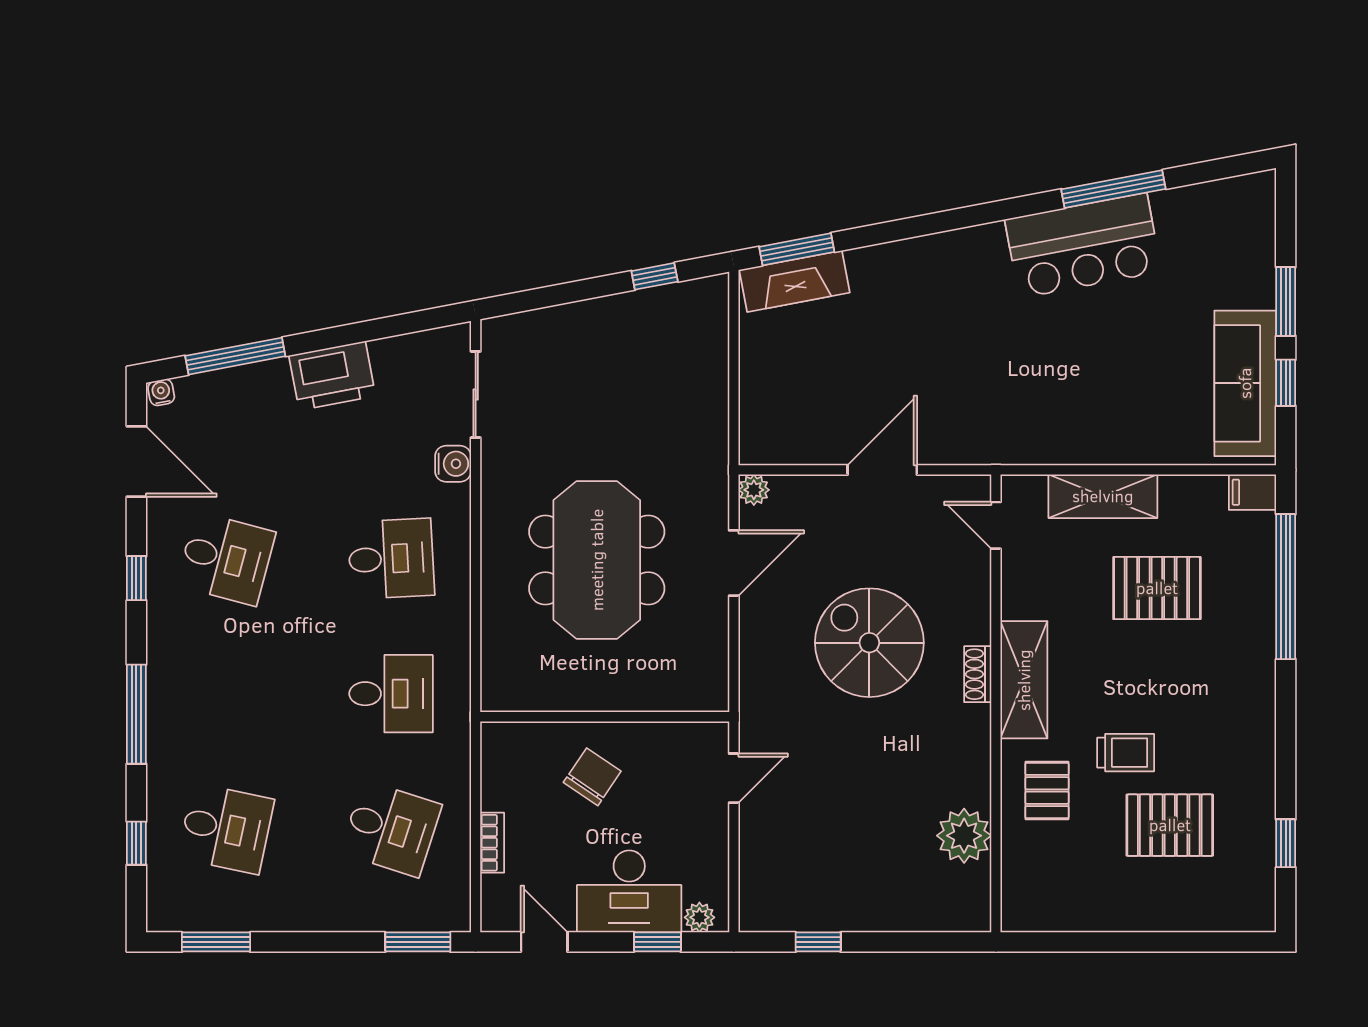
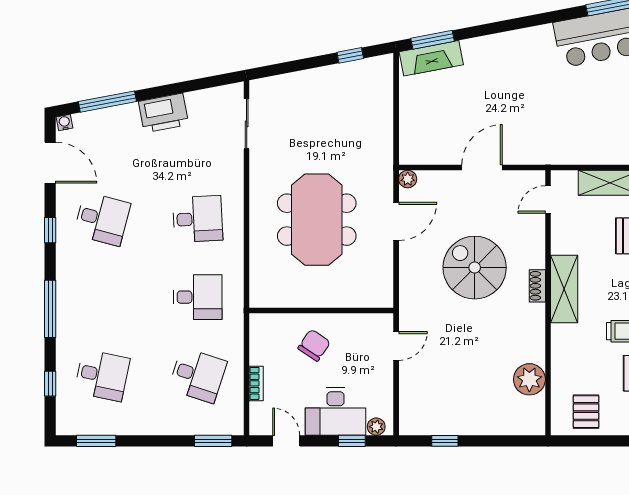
water cooler: (453, 464) -> (234, 164), removed
door: (996, 525) -> (548, 200), hinge flipped
pallet: (1047, 790) -> (586, 412), moved

